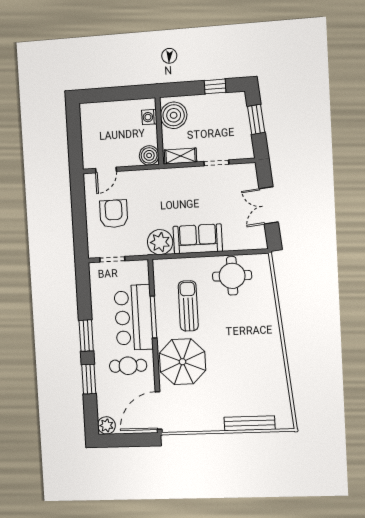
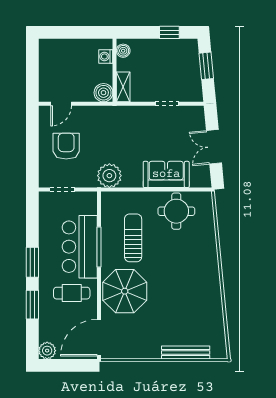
boiler: (174, 115) -> (123, 51), width x0.54, depth x0.54
shelving: (180, 156) -> (123, 87), moved, turned 90
sofa: (198, 239) -> (166, 174), moved

